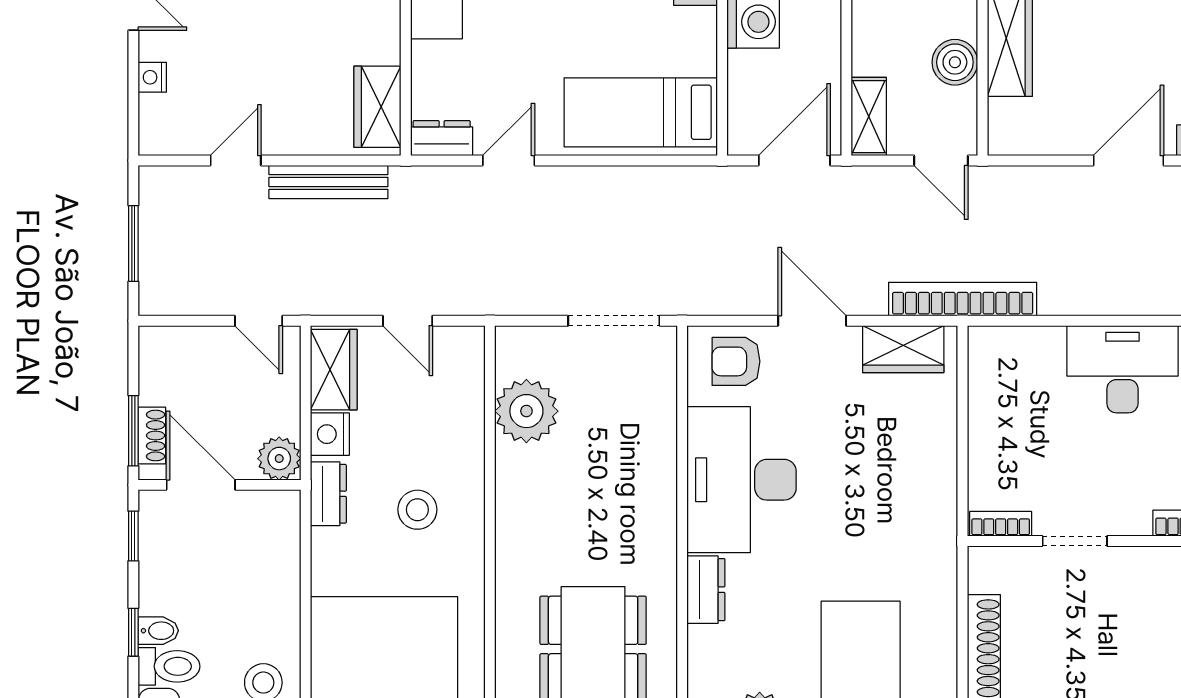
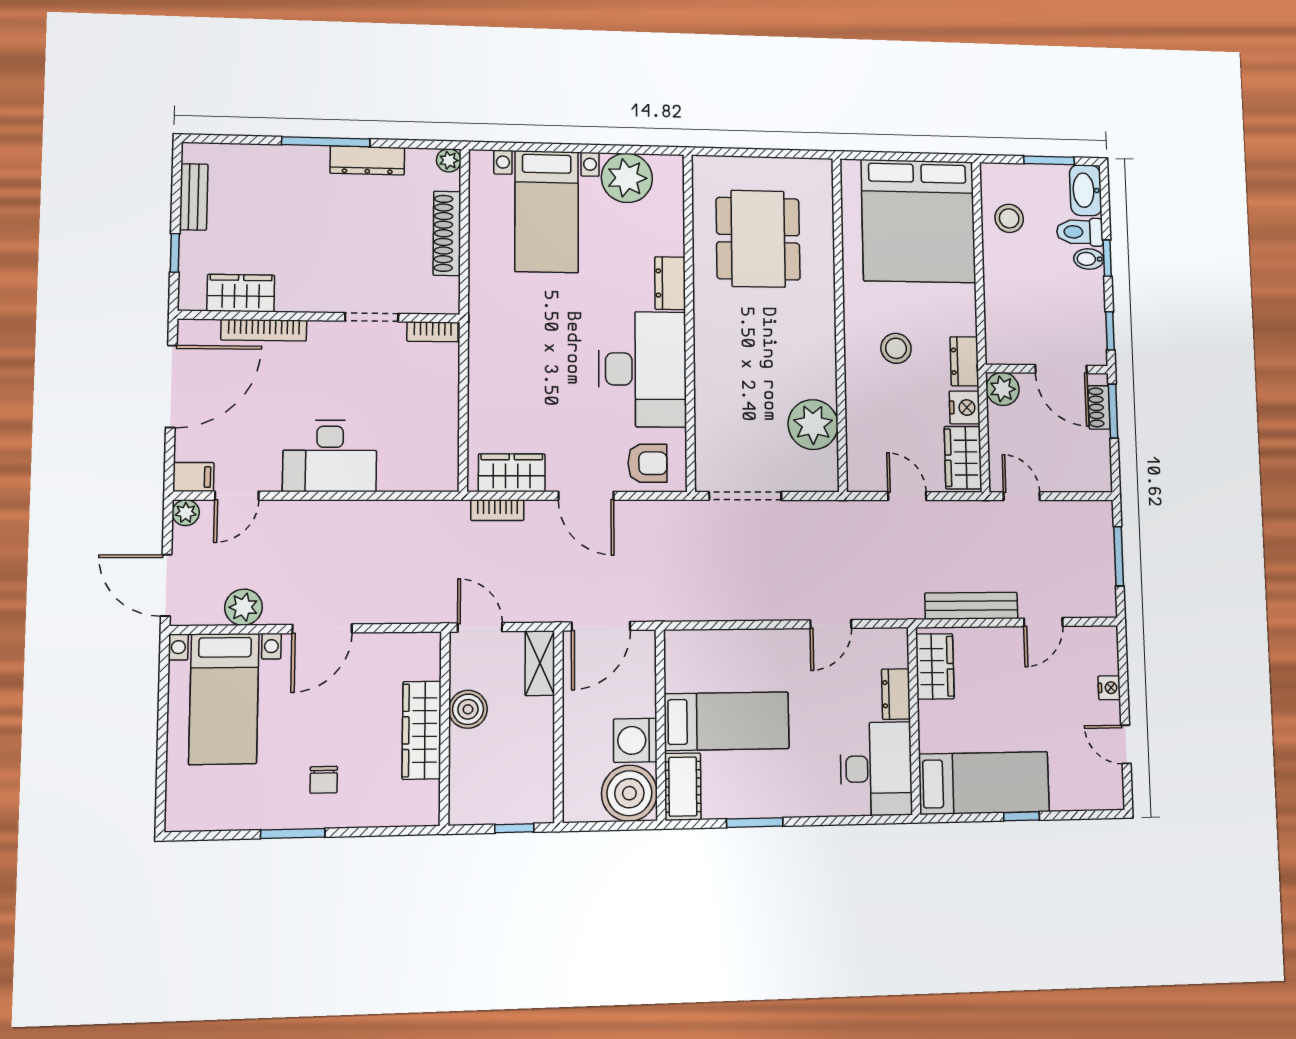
bed: (641, 112) -> (727, 721), moved
dresser: (442, 138) -> (896, 694), moved, turned 90
bookcase: (963, 299) -> (497, 510), width x0.43, depth x0.76

